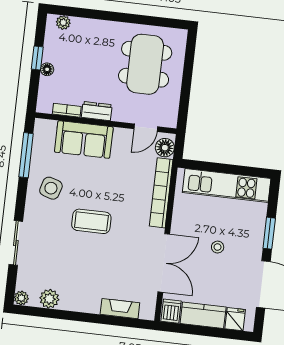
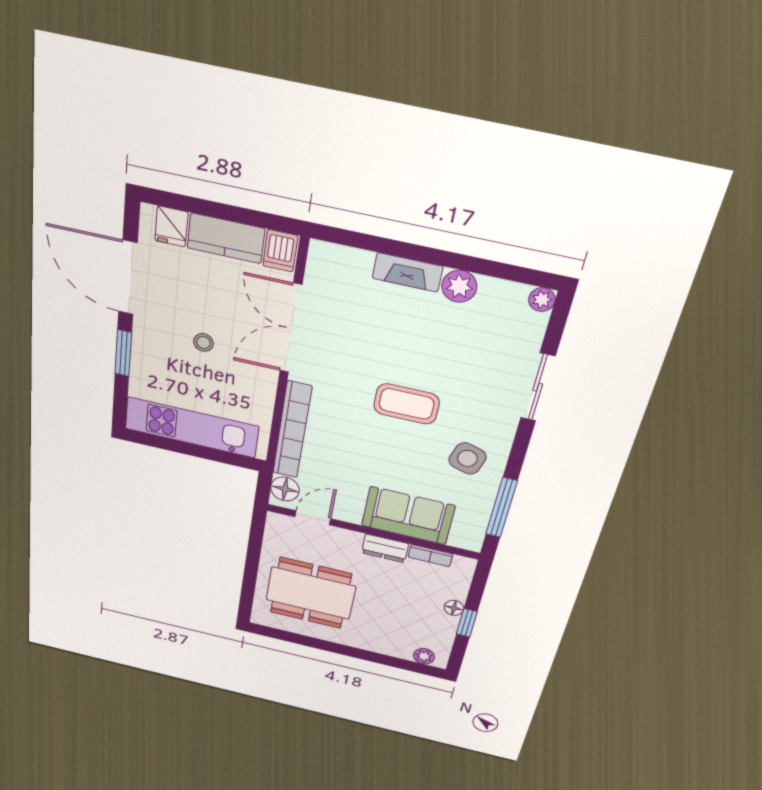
dining table: (145, 64) -> (311, 593), turned 90
plant: (49, 299) -> (459, 286), moved
fireplace: (120, 309) -> (408, 272), moved

